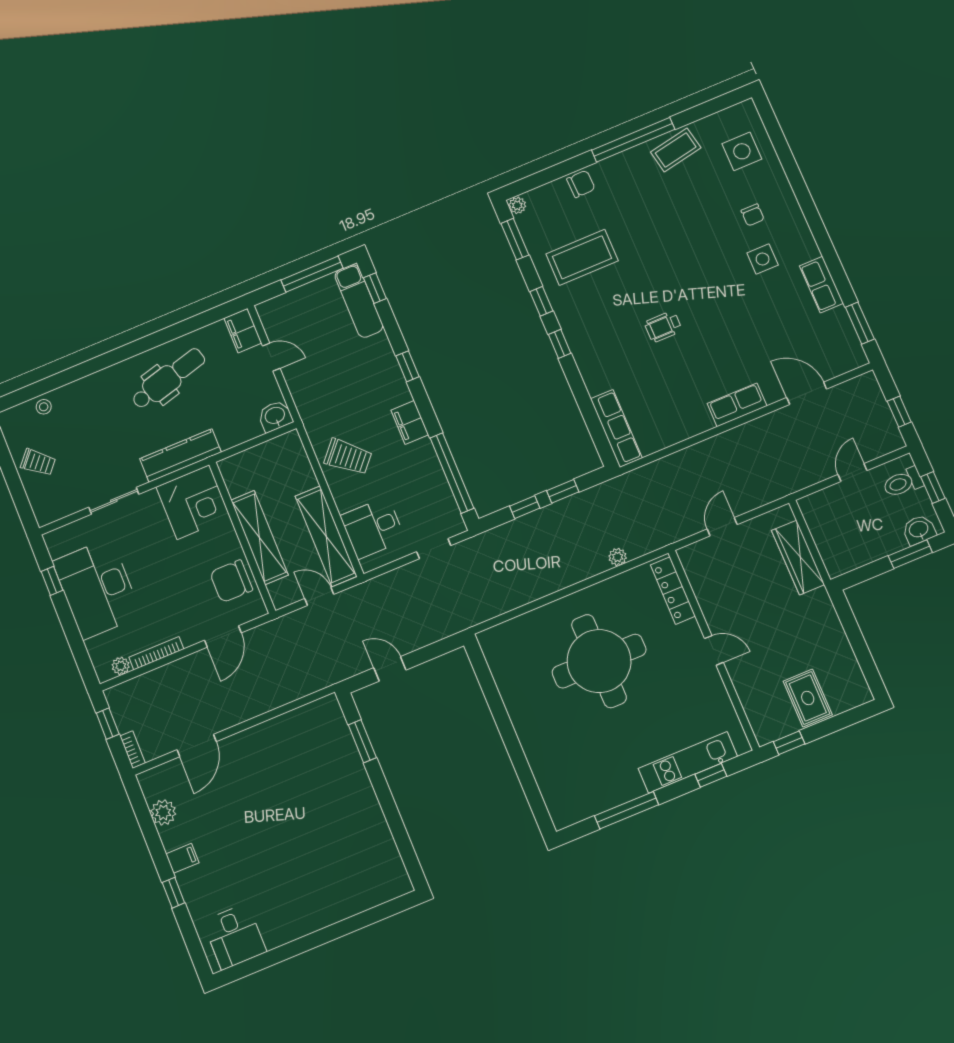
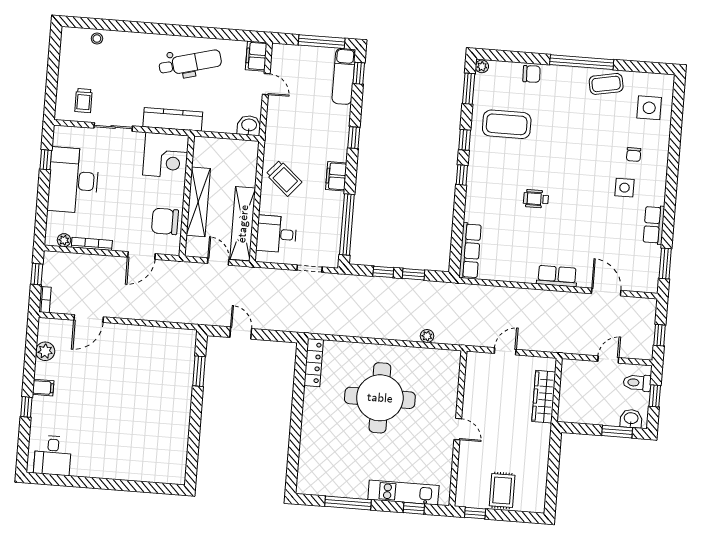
trolley: (38, 462) -> (83, 101), moved, turned 50
locker: (673, 591) -> (314, 363), moved, turned 180

